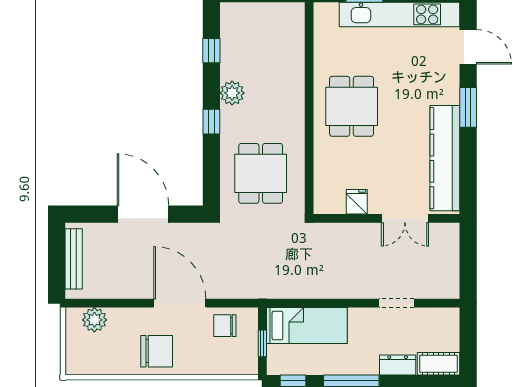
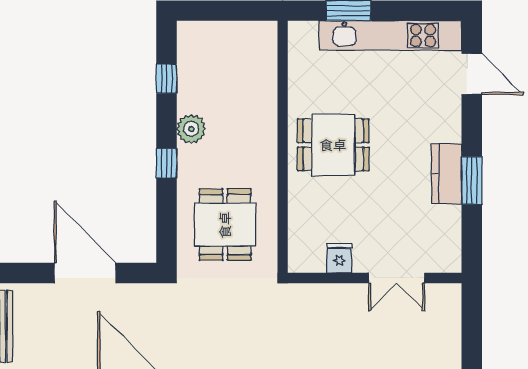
dining table: (352, 106) -> (333, 145), turned 90
window: (468, 107) -> (472, 180), moved
kitchen counter: (445, 158) -> (447, 174), width x0.48, depth x0.86

